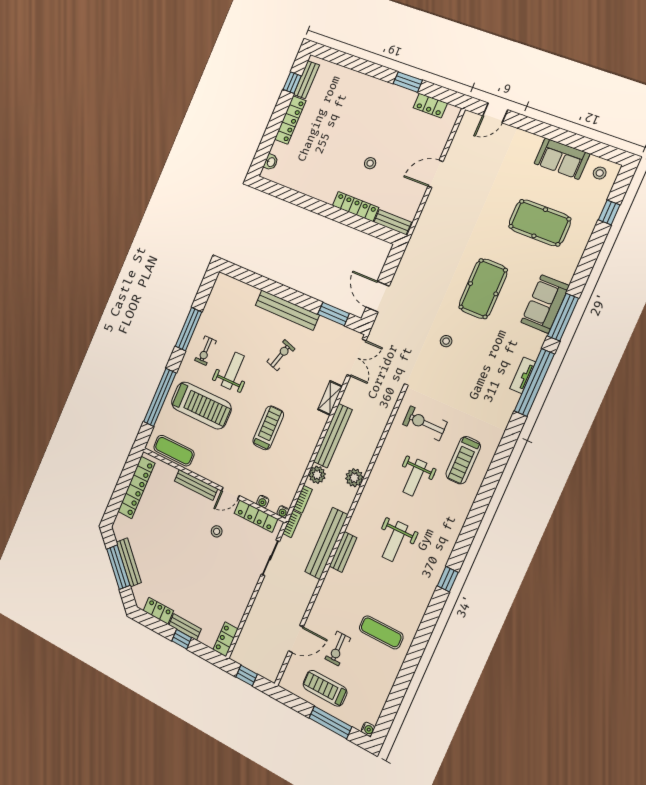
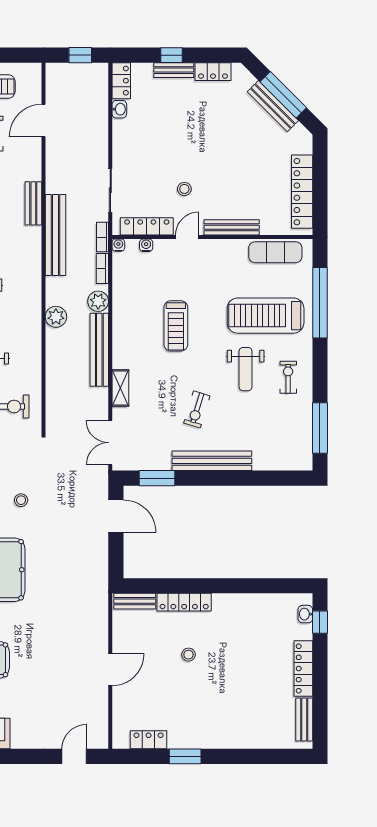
window: (292, 83) -> (320, 622), moved
window: (188, 329) -> (320, 428), moved
bench: (343, 552) -> (33, 203), moved
washbasin: (236, 618) -> (119, 109), added

